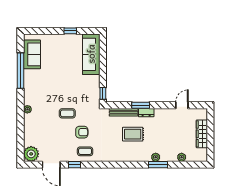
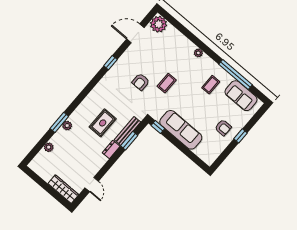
window: (70, 31) -> (240, 136), moved
armchair: (65, 48) -> (223, 128), added
sofa: (91, 54) -> (181, 130), moved
window: (141, 105) -> (129, 141), moved
wardrobe: (202, 134) -> (63, 189), moved
coffee table: (85, 151) -> (211, 85), moved
window: (74, 165) -> (110, 63), moved

